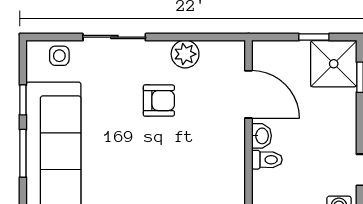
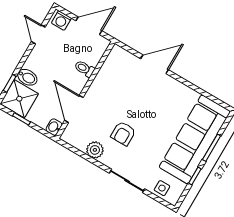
bidet: (340, 100) -> (27, 77), added
armchair: (159, 101) -> (123, 133), turned -90
washbasin: (261, 136) -> (54, 127), moved

